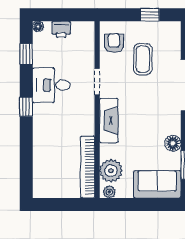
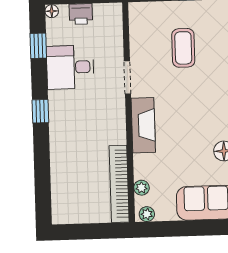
armchair: (114, 43) -> (147, 29), removed
desk: (51, 85) -> (70, 67), moved
plant: (111, 171) -> (142, 188), width x0.53, depth x0.53

